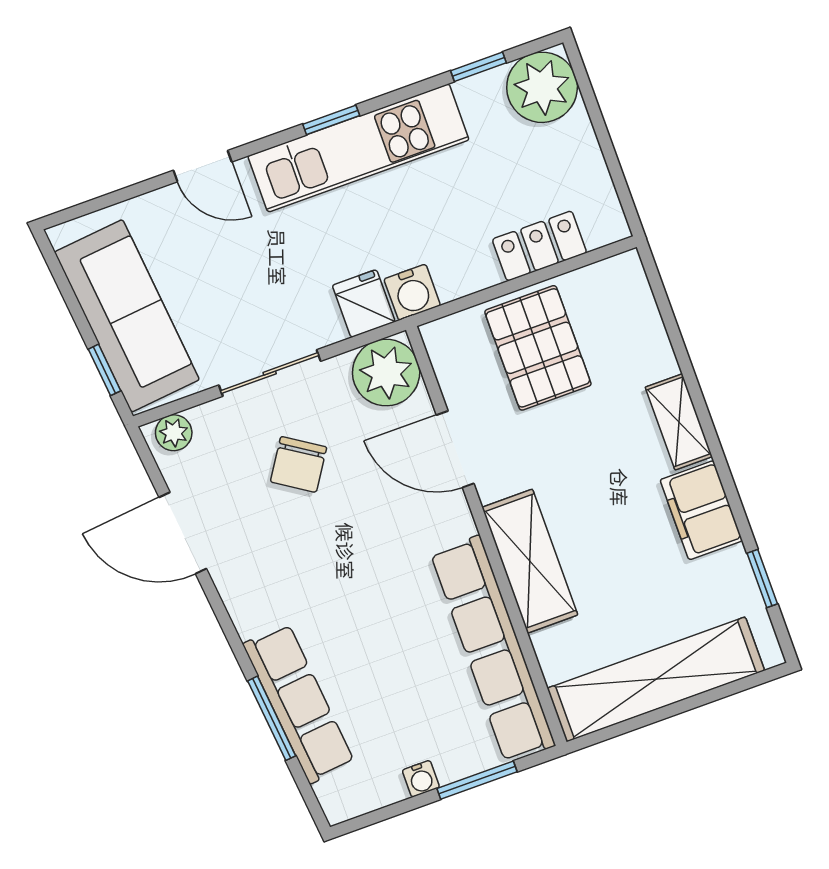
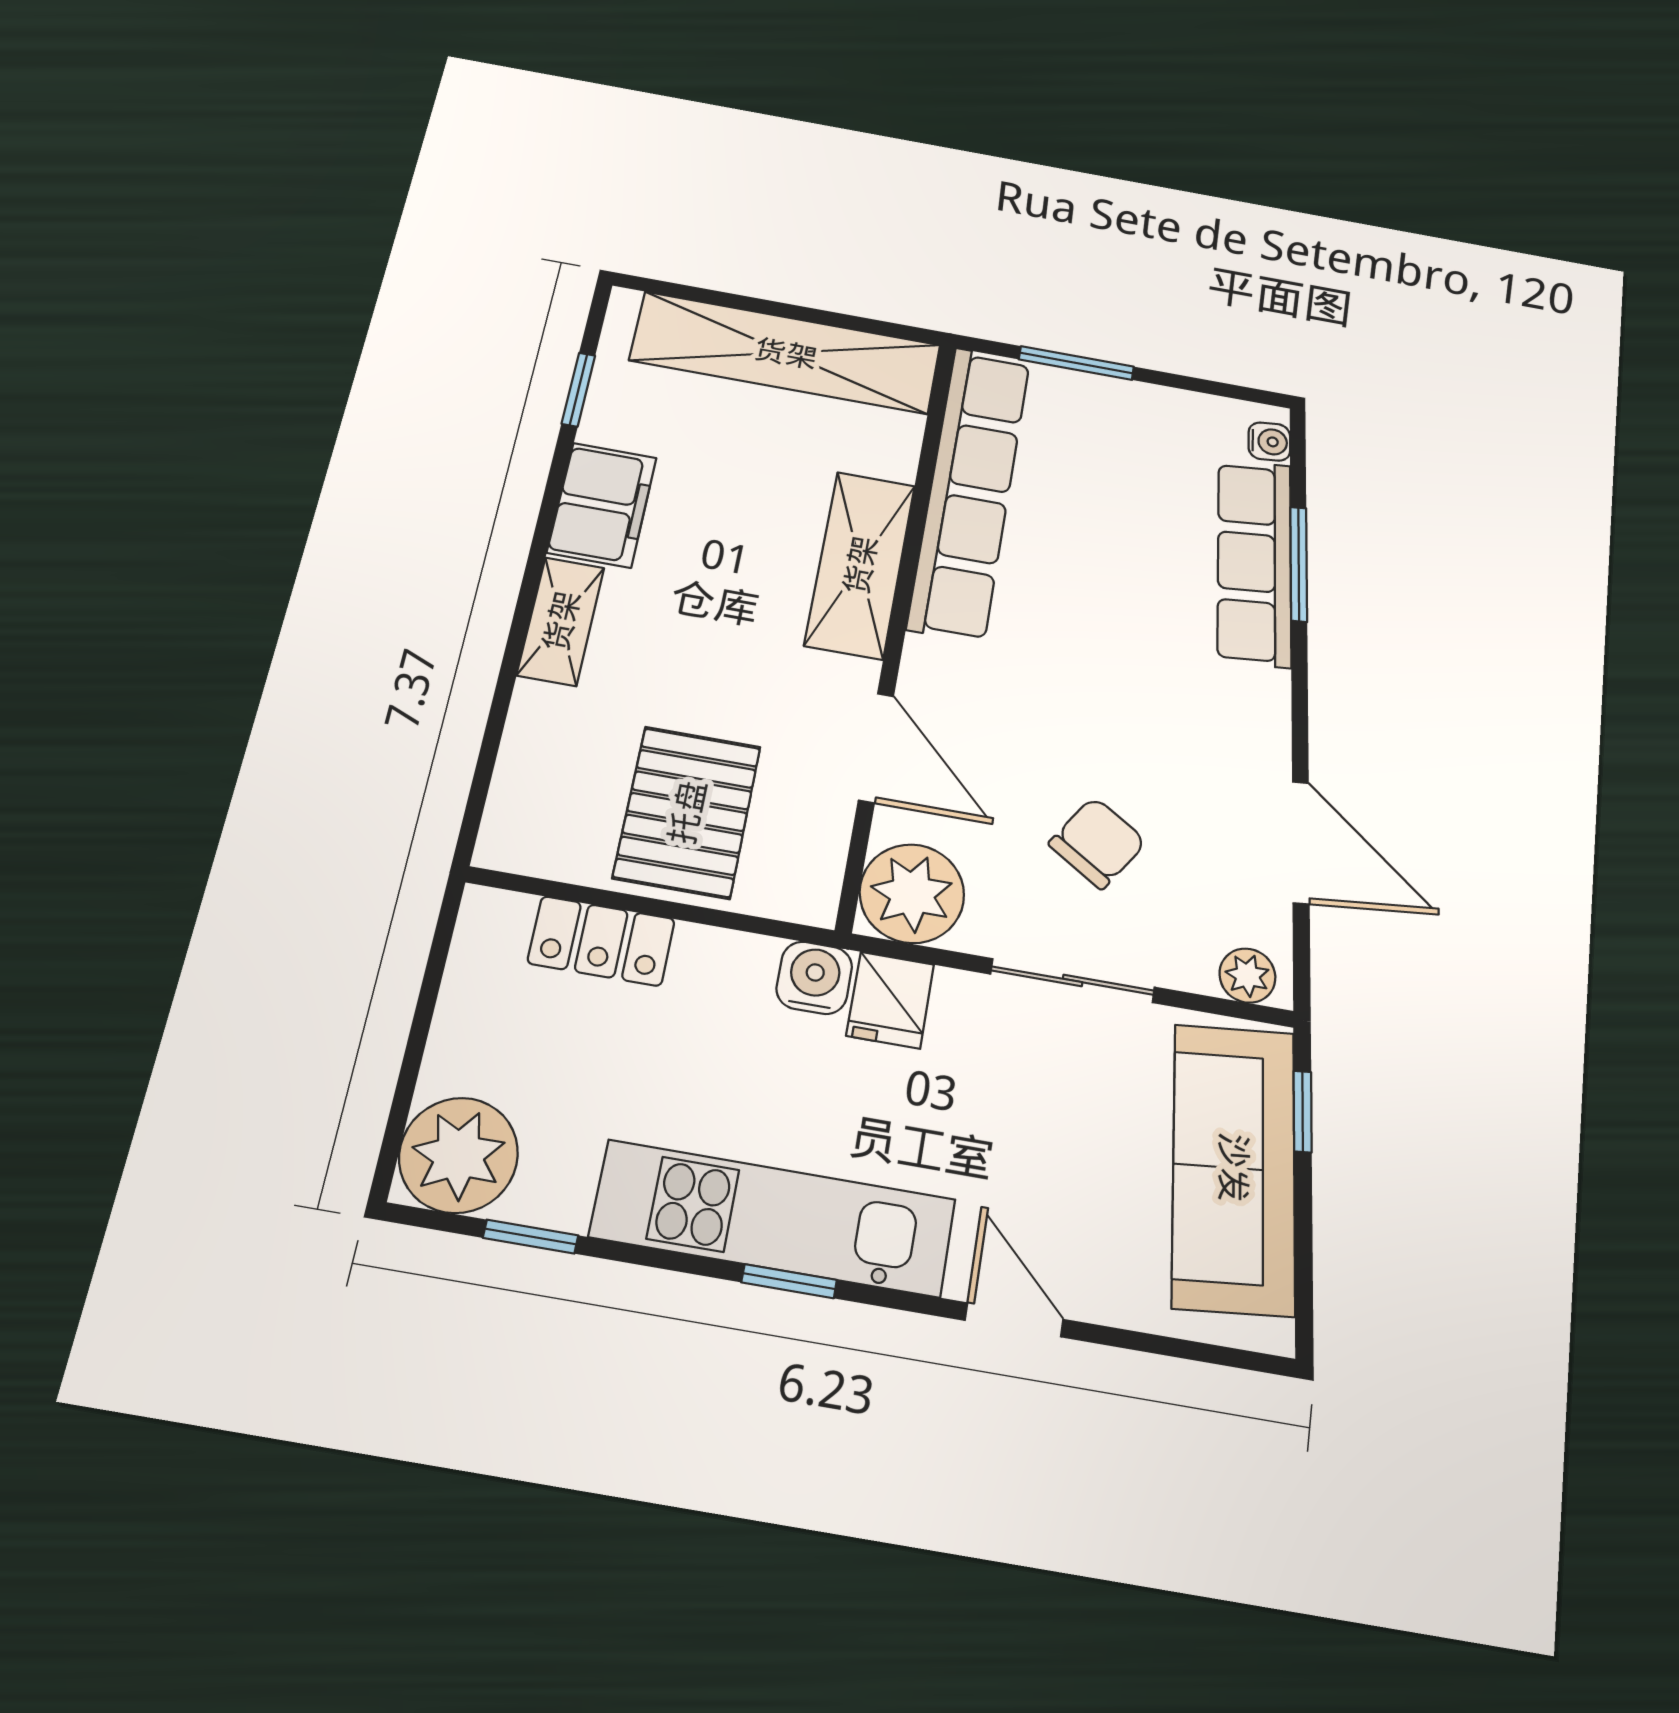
water cooler: (421, 779) -> (1269, 442), moved, turned 84

